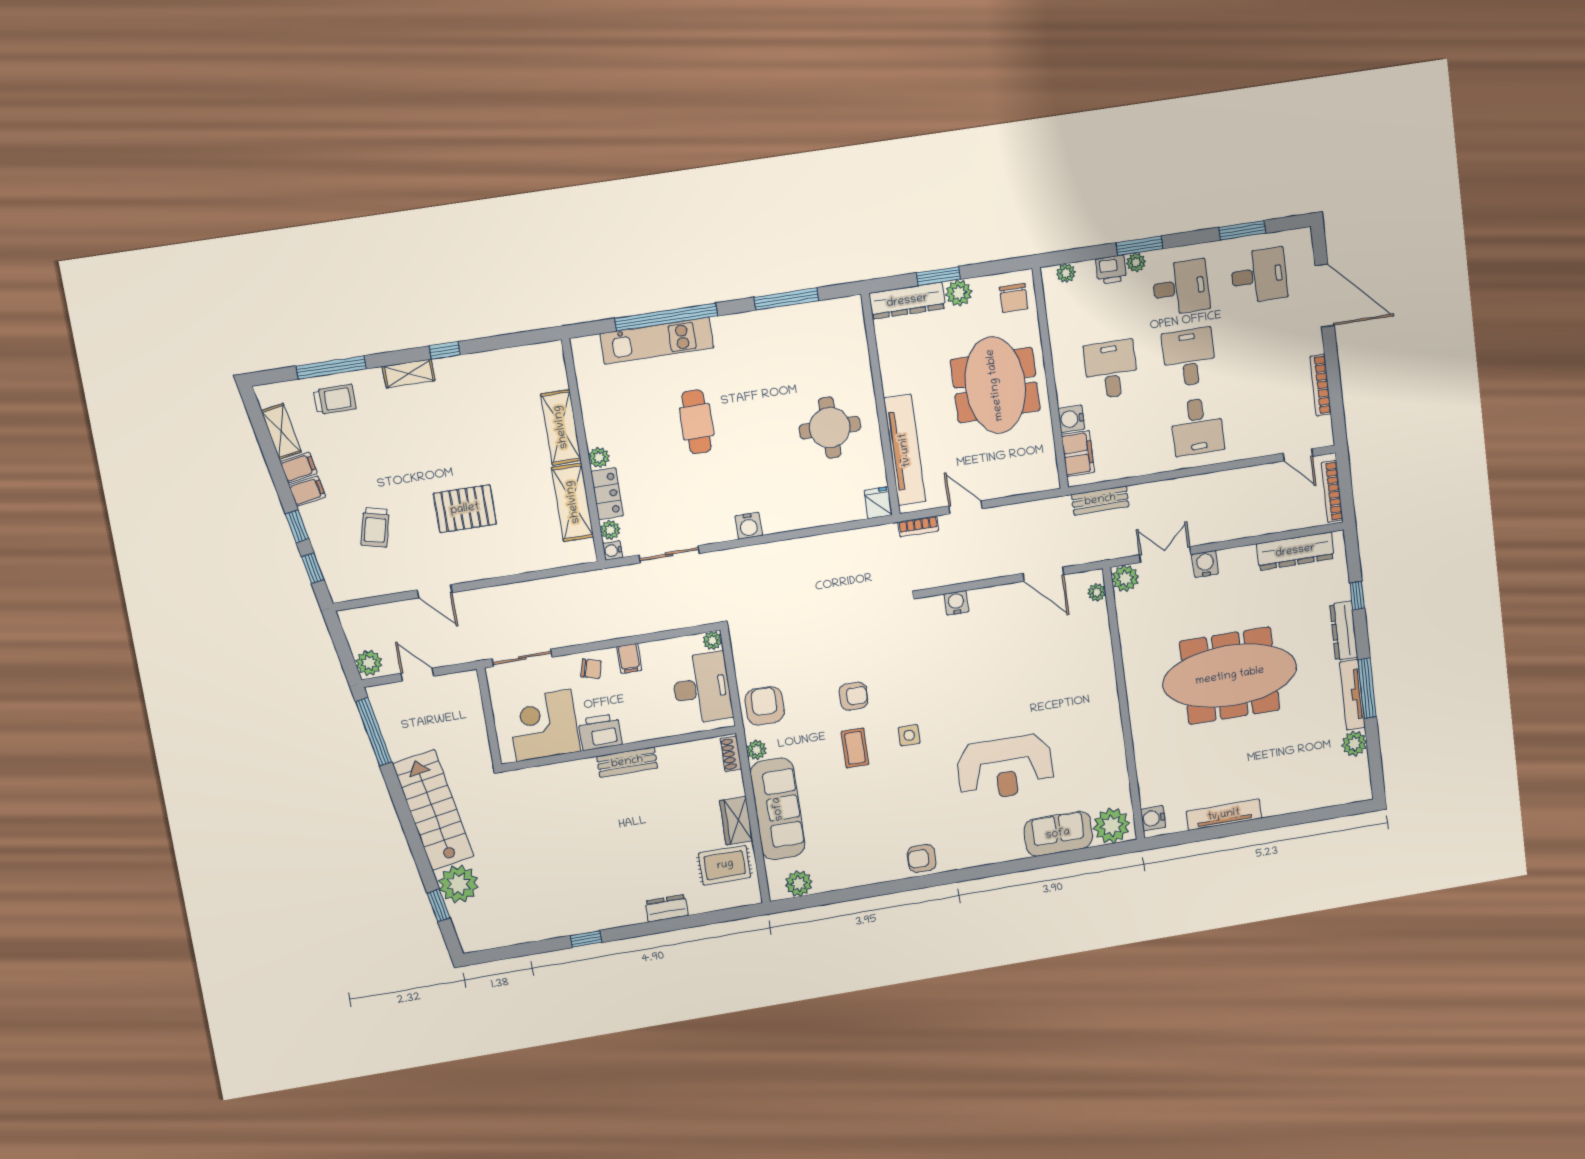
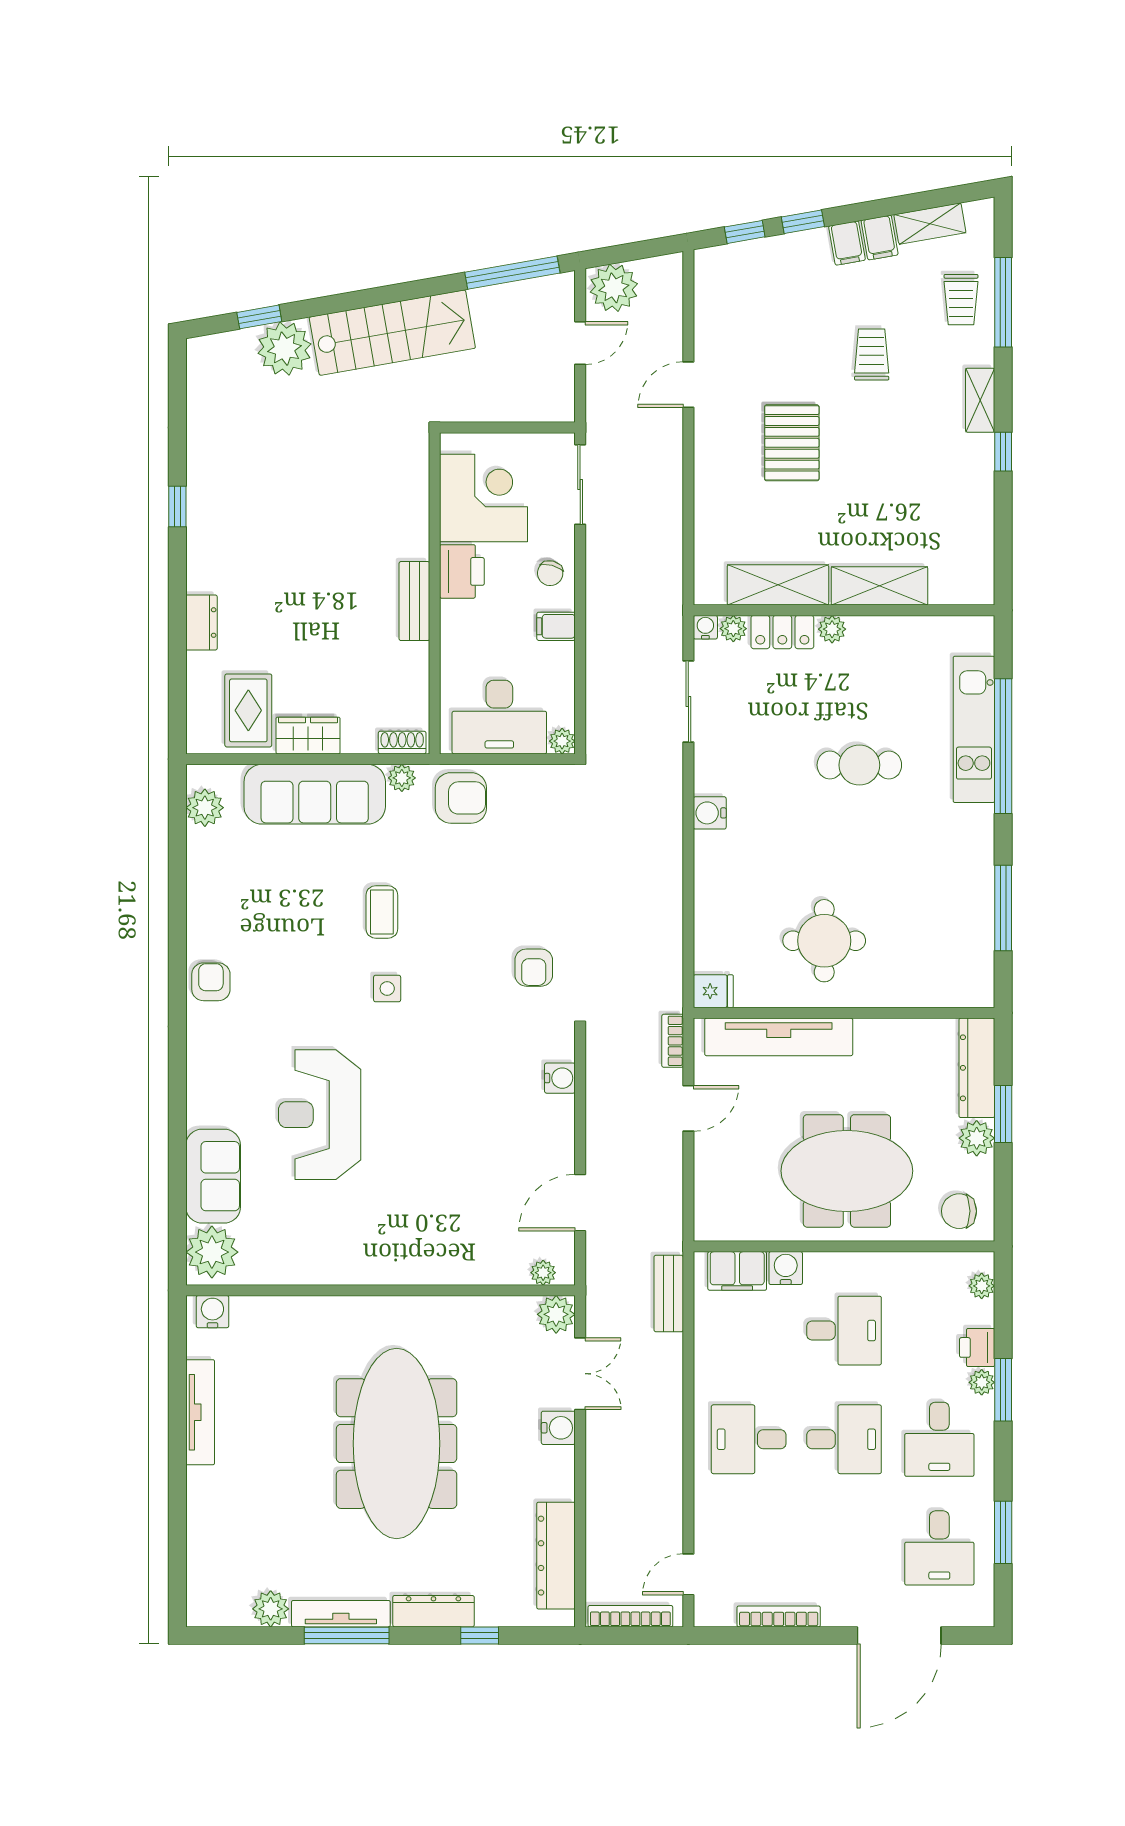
trolley: (375, 527) -> (872, 355), moved, turned 76
plant: (369, 663) -> (614, 288), width x1.36, depth x1.36
armchair: (854, 696) -> (534, 968), moved
coffee table: (855, 748) -> (382, 912), turned 90

